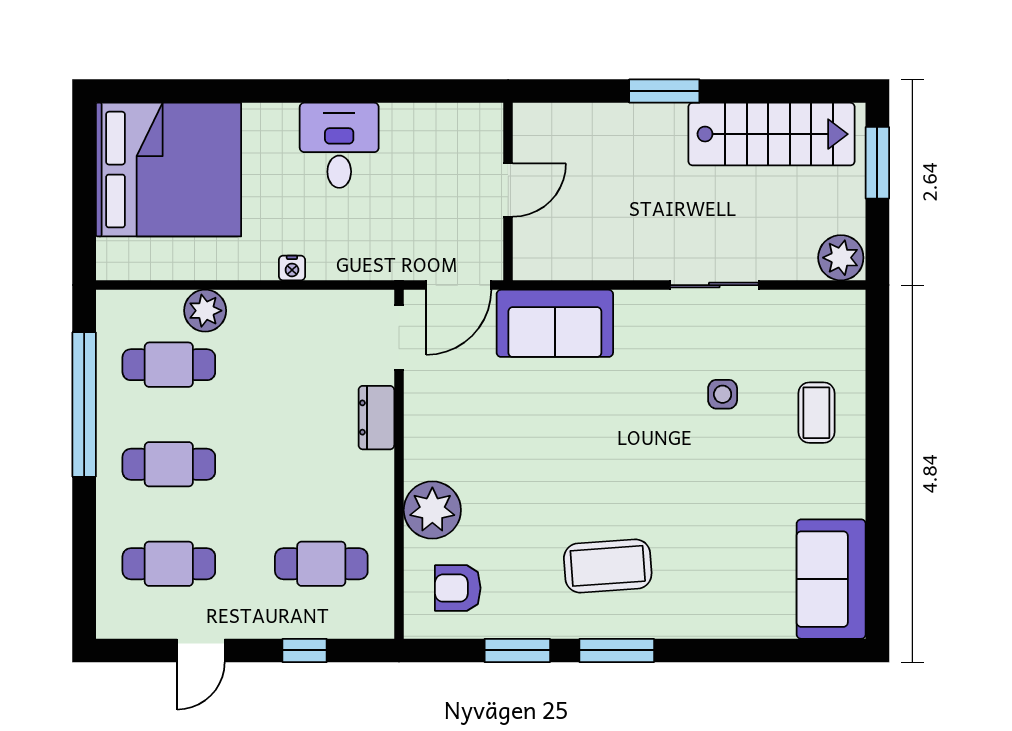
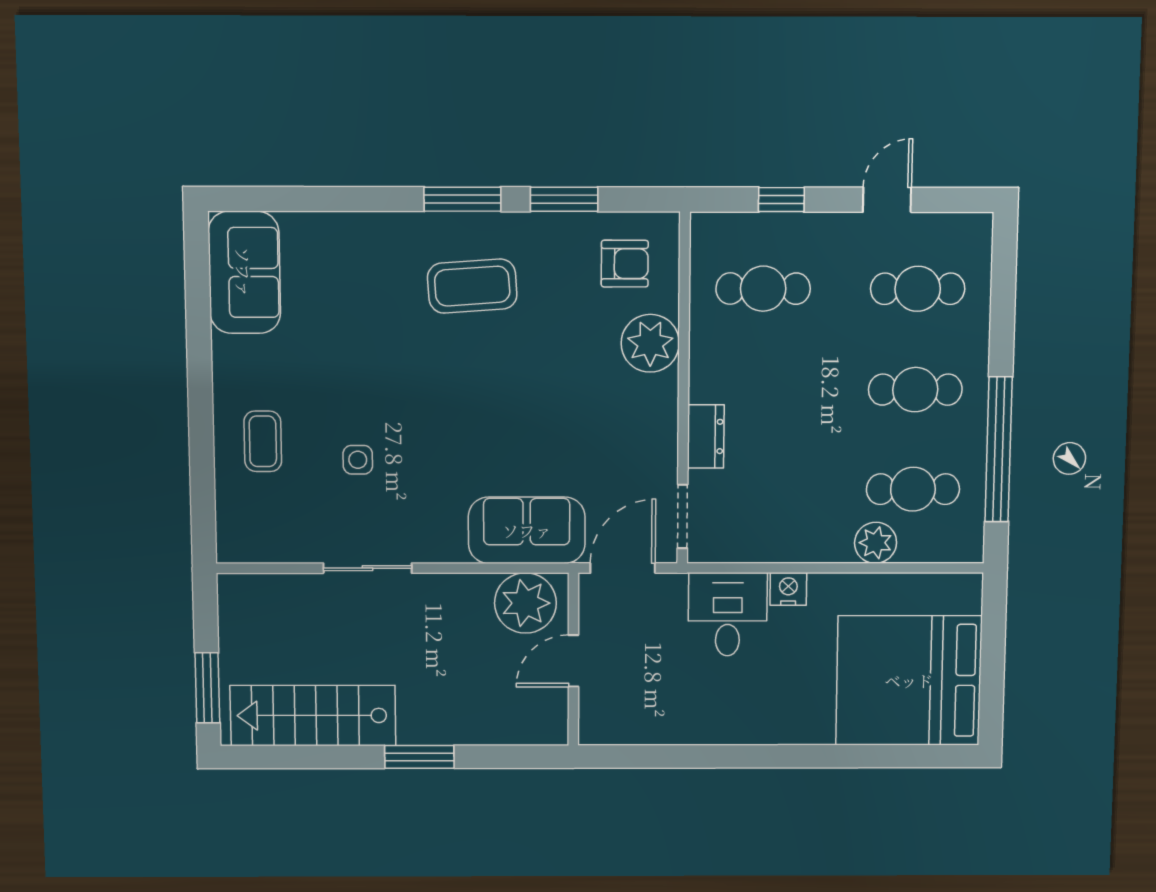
desk: (339, 145) -> (728, 614), moved, turned 180
plant: (841, 258) -> (525, 603), moved, width x1.36, depth x1.36
nightstand: (292, 268) -> (788, 589), width x1.39, depth x1.35

